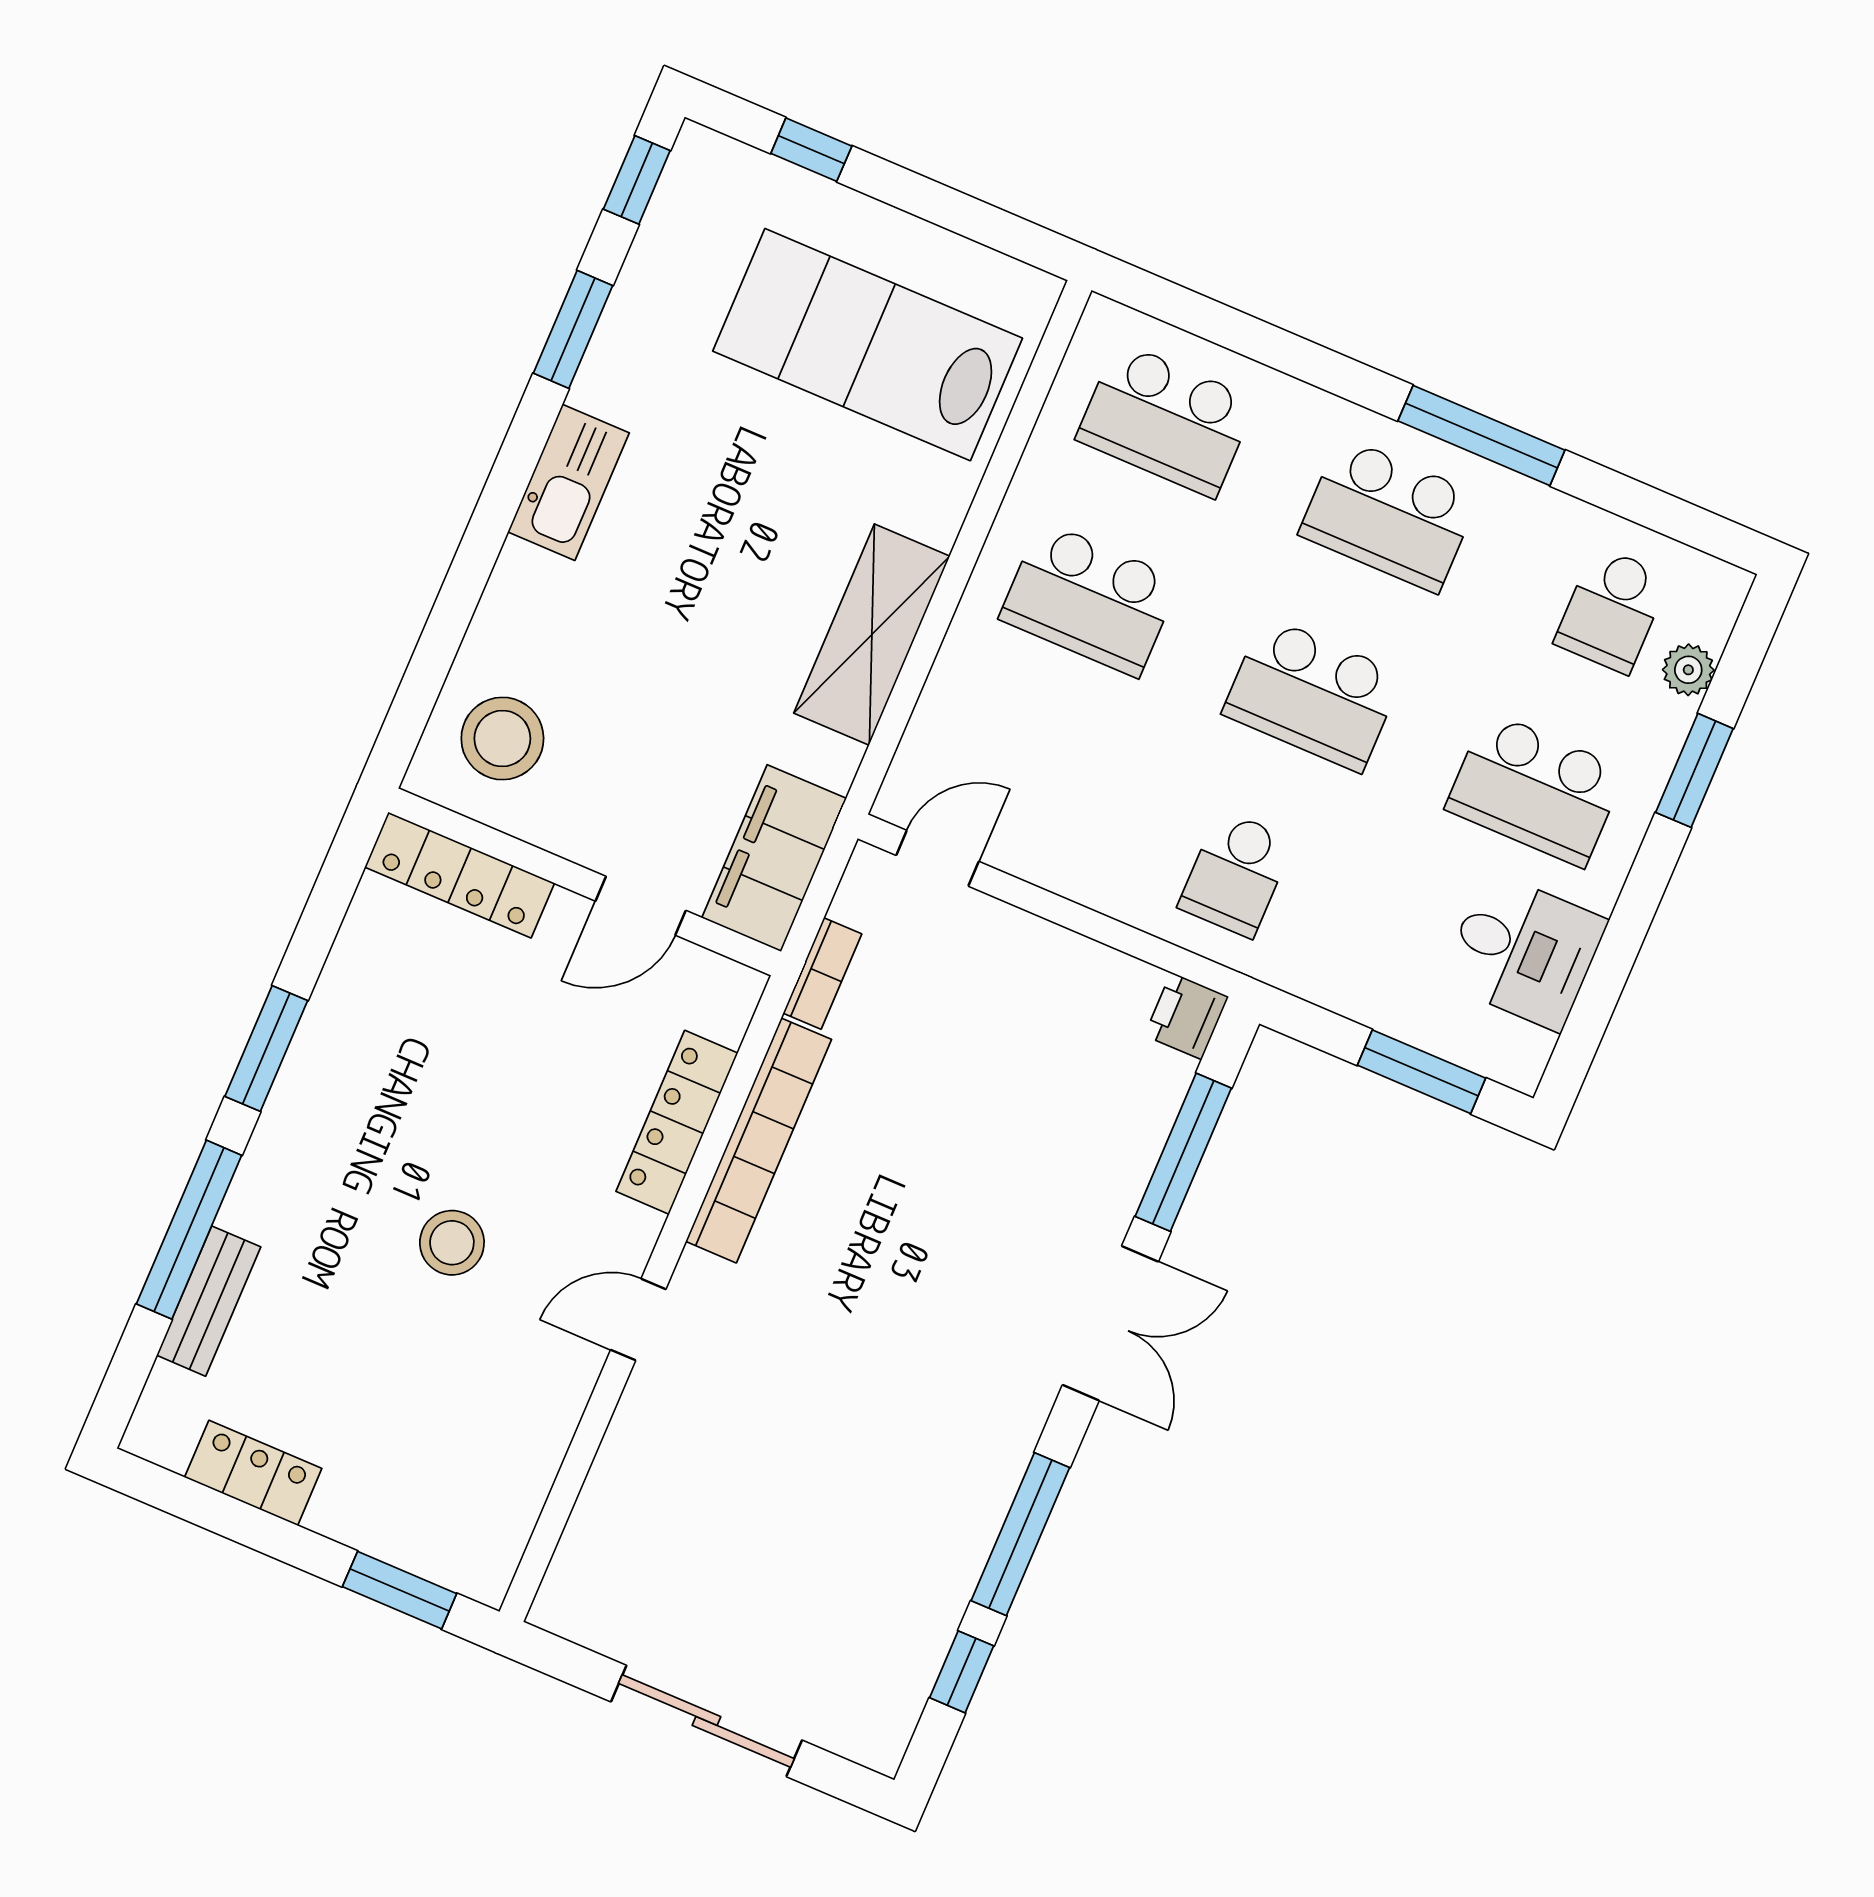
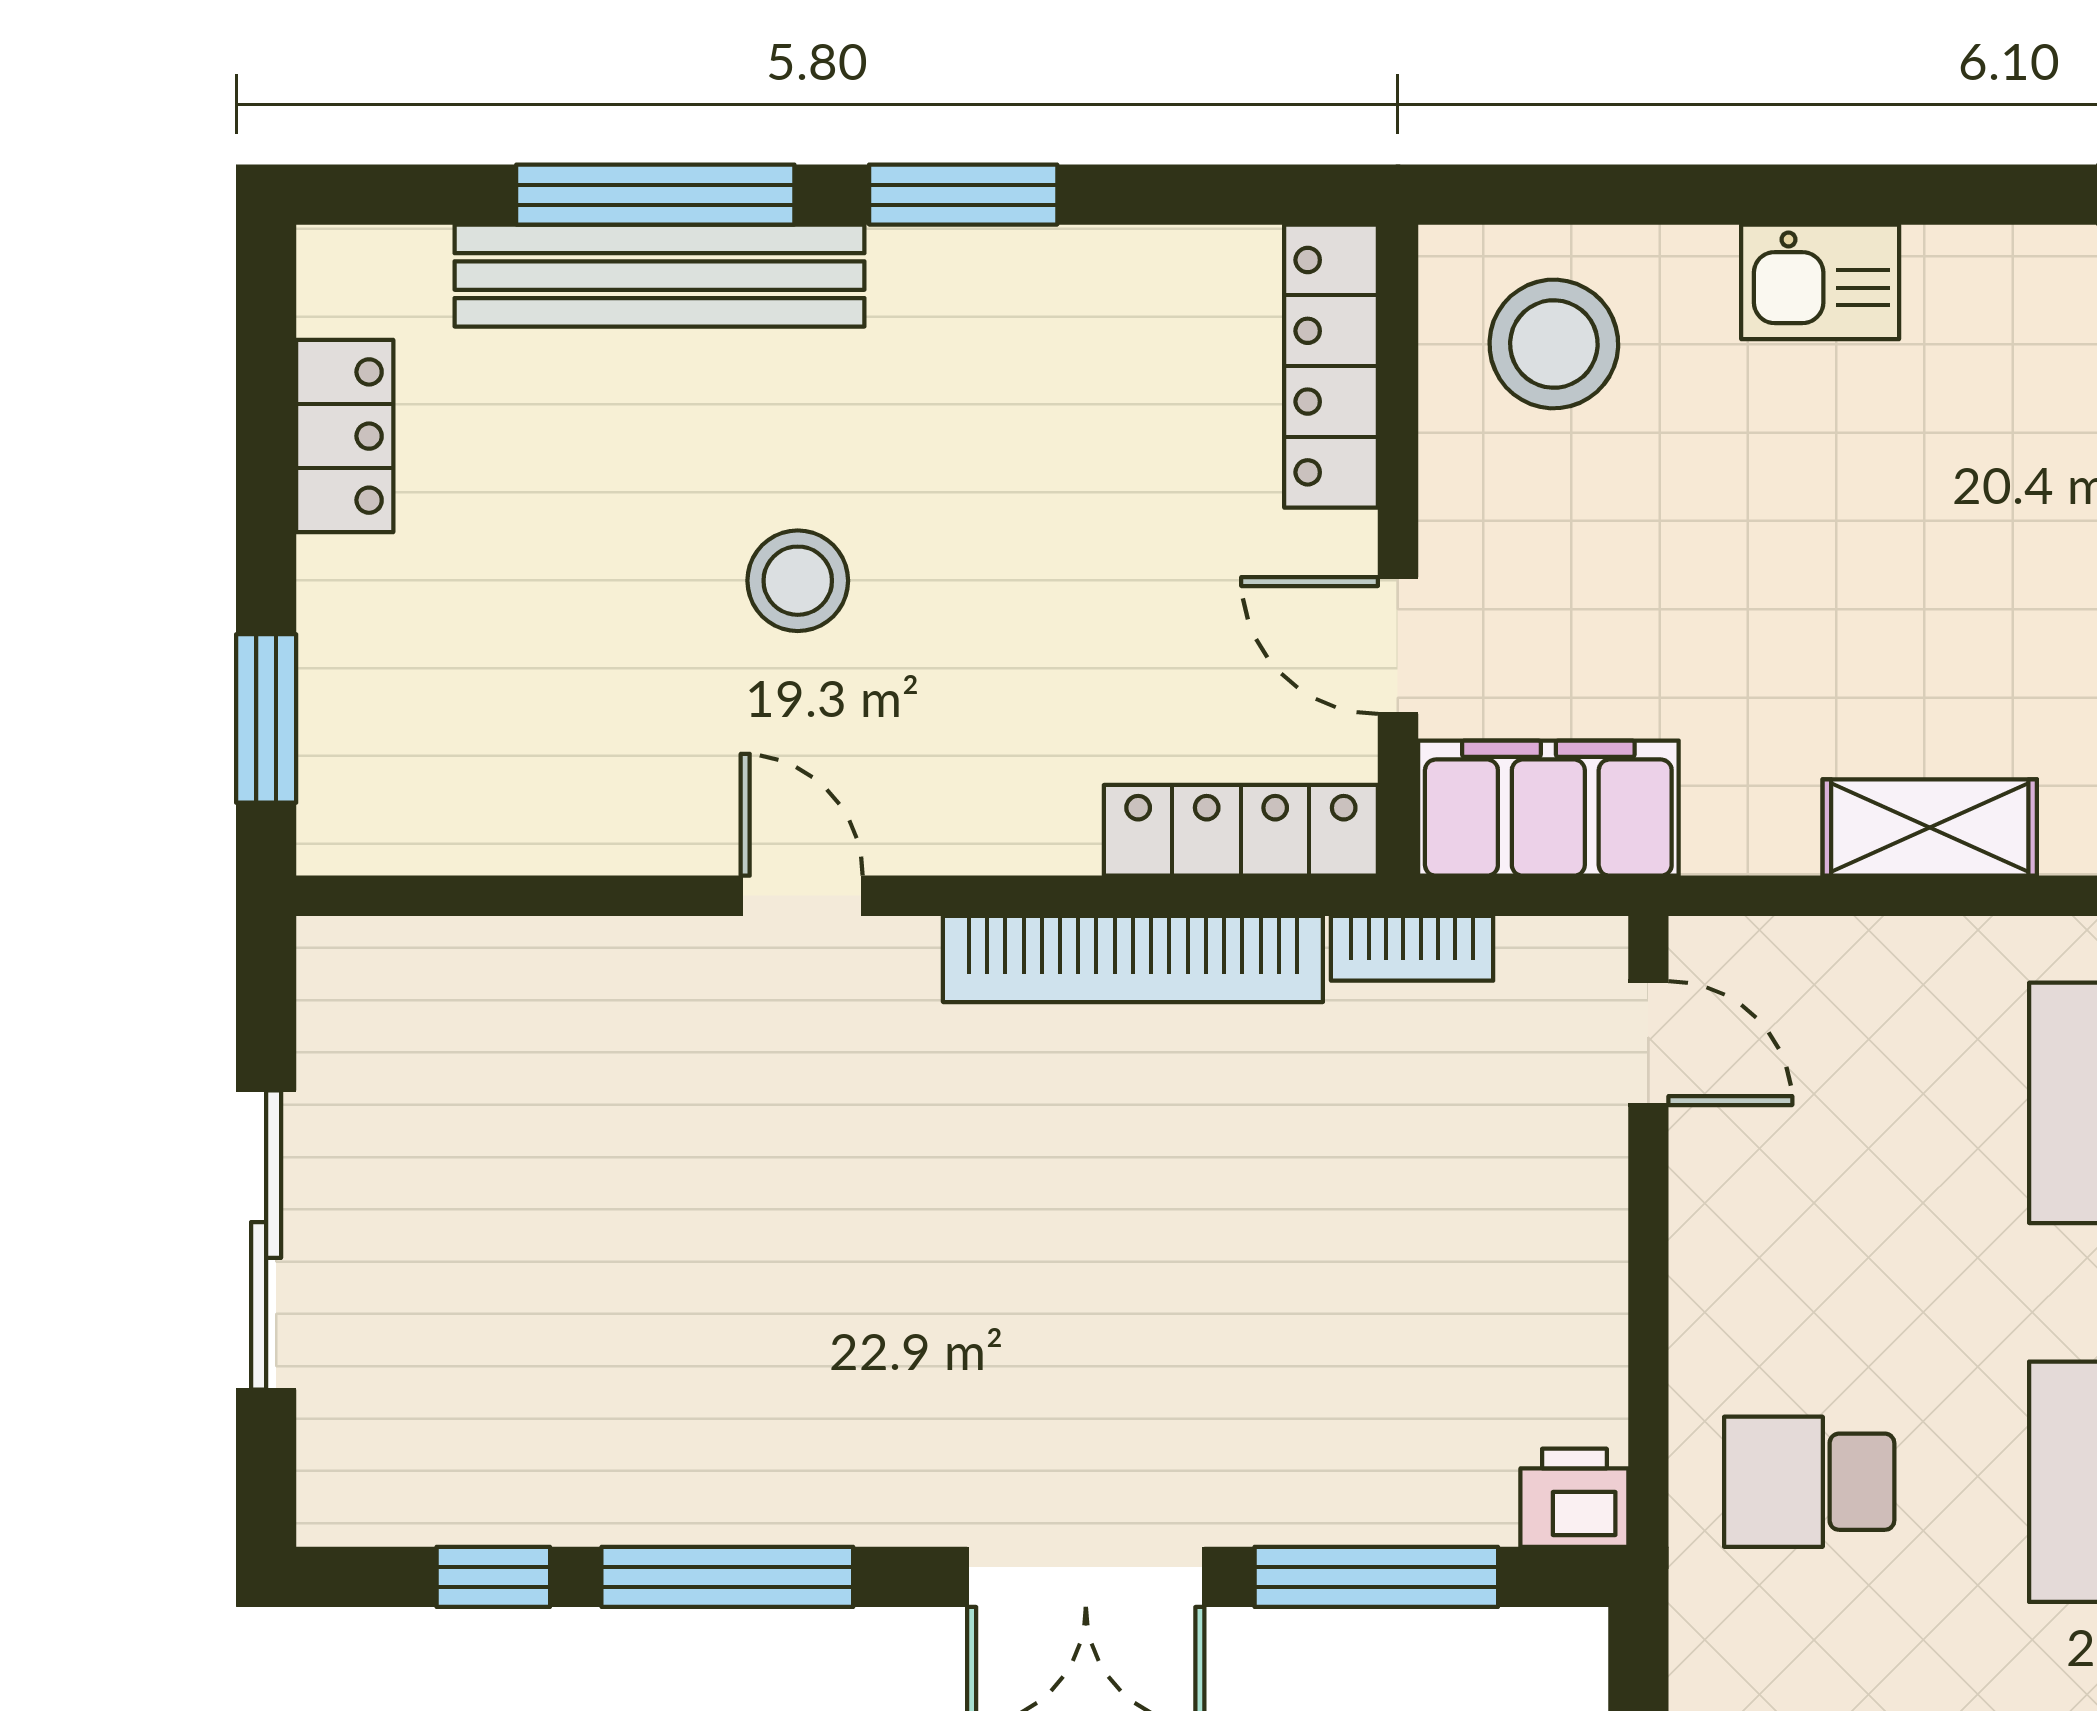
kitchen sink: (569, 482) -> (1820, 282), moved, width x0.73
shelving: (872, 635) -> (1930, 827), width x0.67, depth x0.75
locker: (677, 1122) -> (1241, 830), moved
bench: (209, 1301) -> (660, 276), width x1.86, depth x1.21

